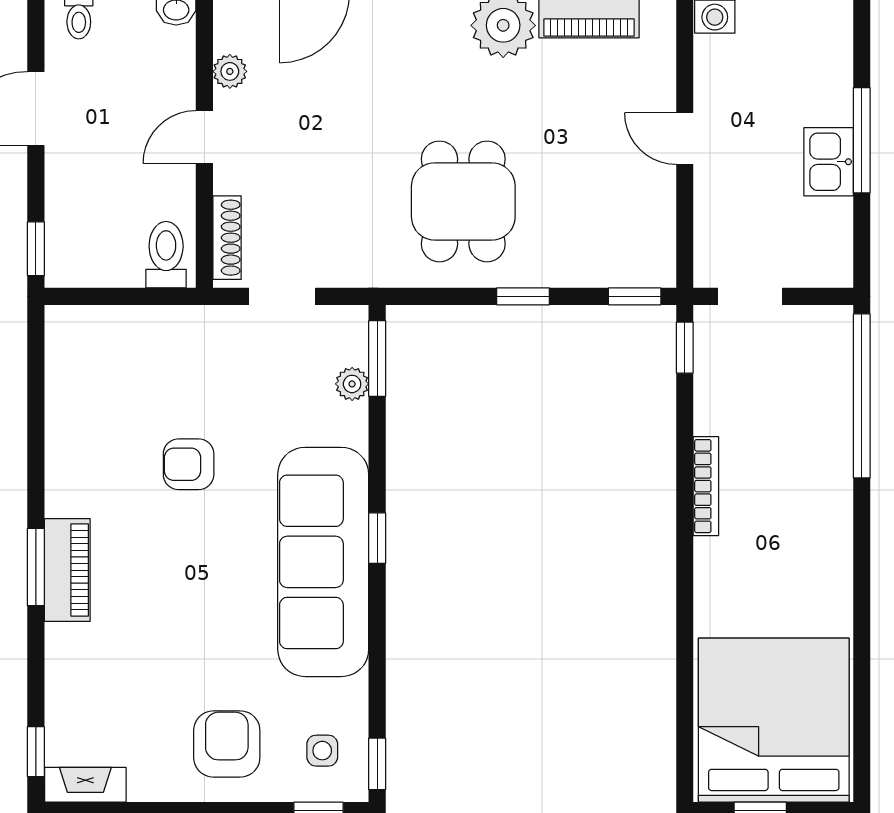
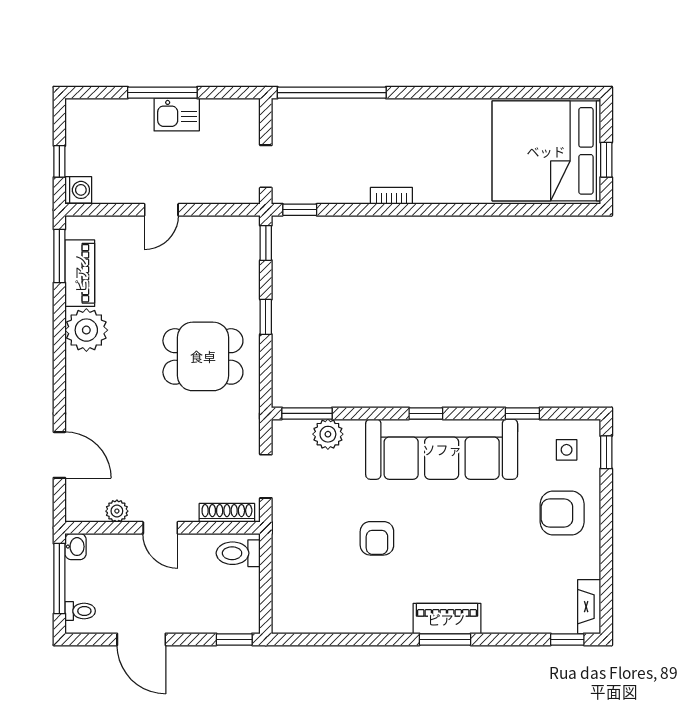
plant: (352, 384) -> (328, 434), width x1.38, depth x1.38
bookcase: (706, 486) -> (391, 196), width x0.64
window: (377, 764) -> (522, 413), moved

